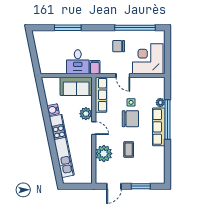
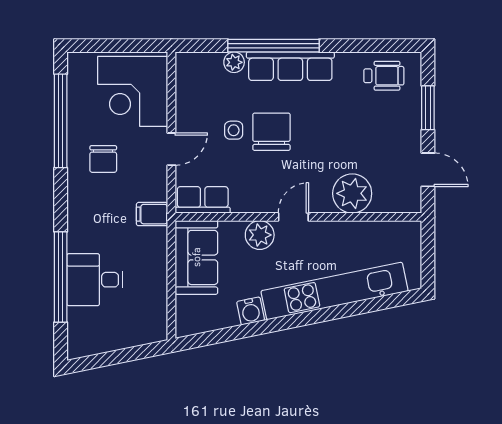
window: (68, 28) -> (61, 277), width x1.46
desk: (78, 62) -> (95, 280), moved, turned 180
row of seats: (101, 95) -> (203, 200), width x0.68
coffee table: (129, 149) -> (343, 136), removed
wheelchair: (155, 167) -> (384, 76), added

